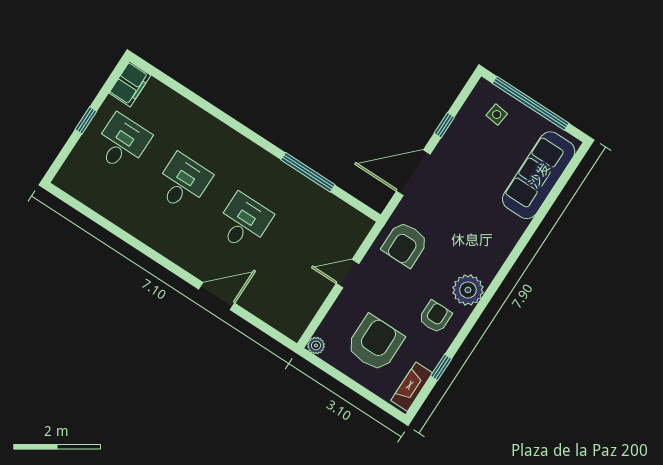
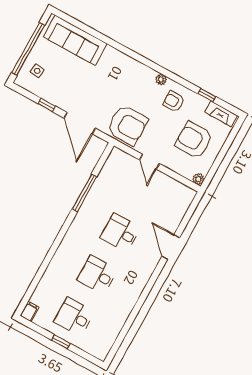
filing cabinet: (130, 84) -> (29, 312), width x0.50
armchair: (405, 244) -> (127, 125), width x1.36, depth x1.36
plant: (468, 290) -> (161, 79), width x0.53, depth x0.53

